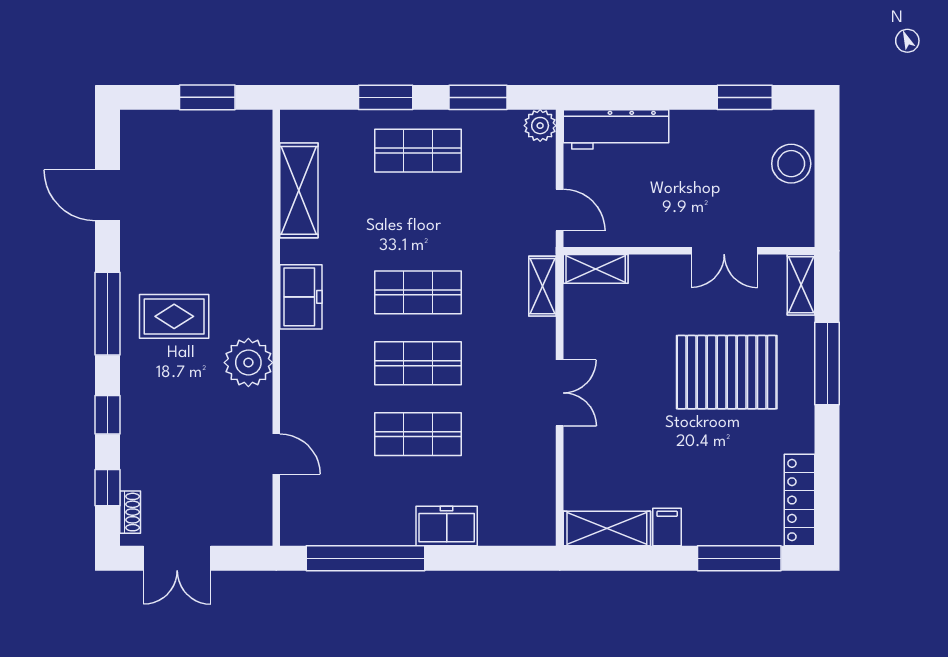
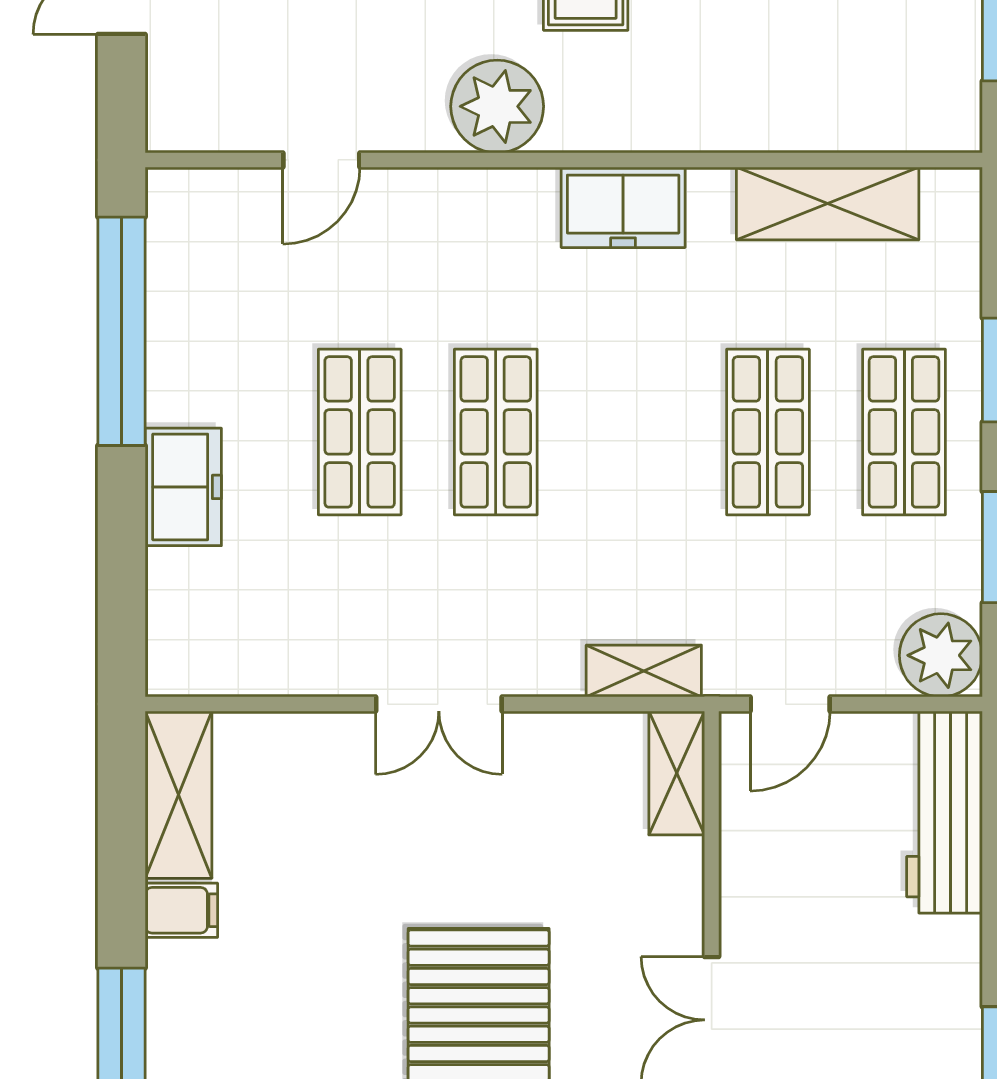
plant: (540, 126) -> (941, 655), width x1.36, depth x1.36
shop shelf: (418, 292) -> (768, 432), moved

